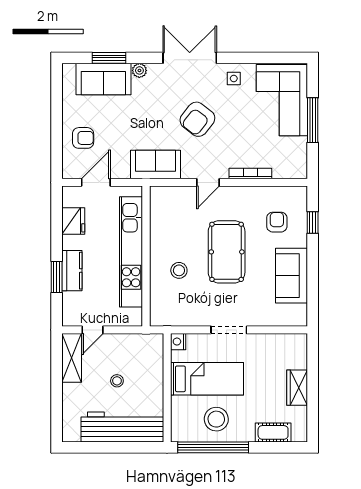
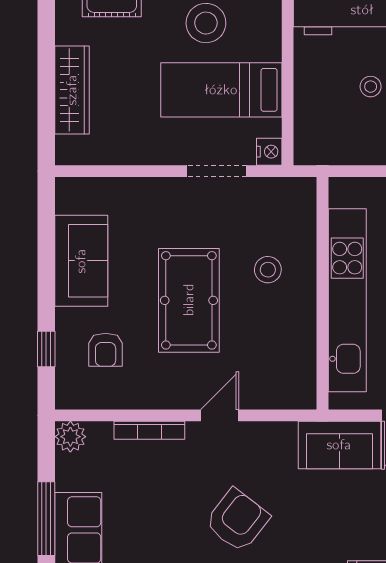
sofa: (155, 165) -> (339, 445), moved
plant: (298, 170) -> (70, 437), added
doorway: (229, 330) -> (217, 171), moved
wardrobe: (297, 388) -> (72, 90), width x1.50

